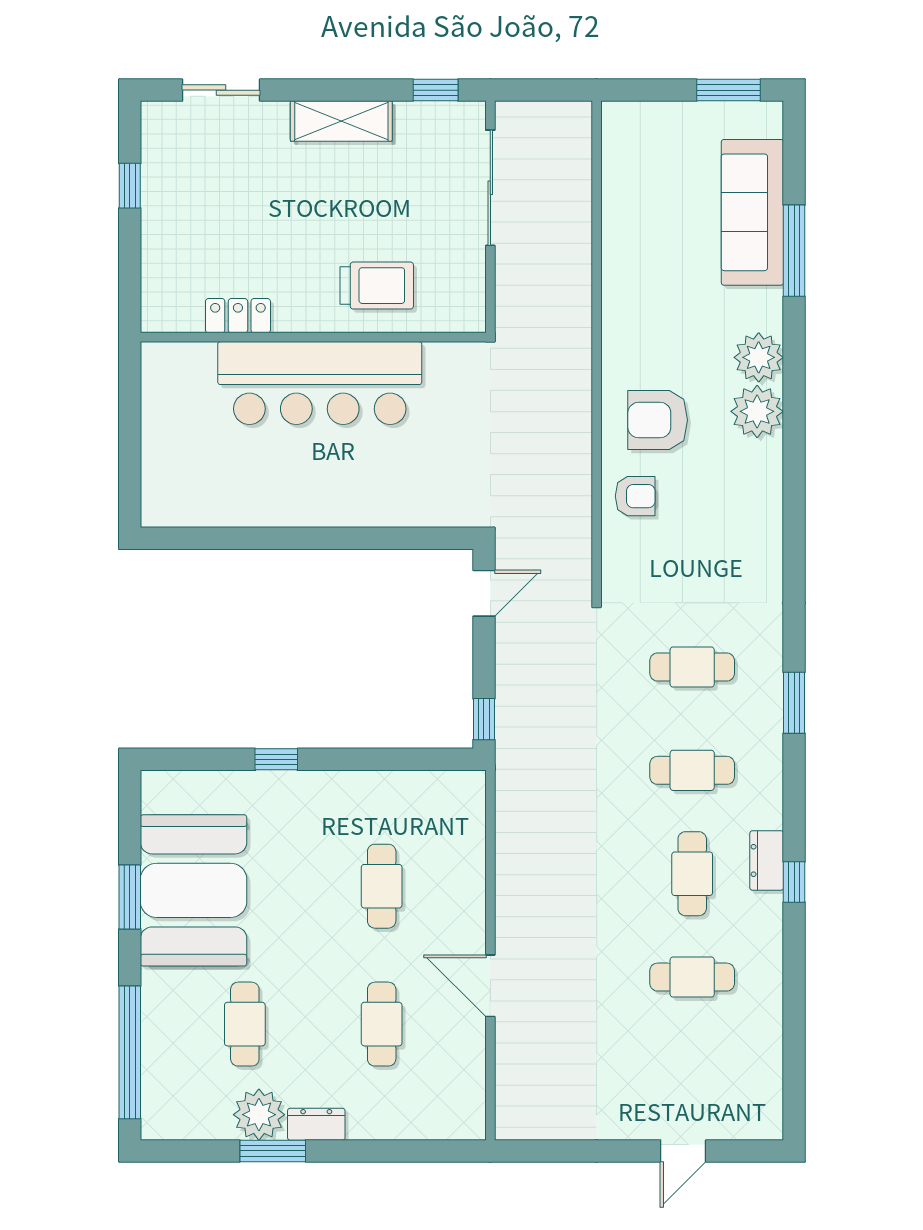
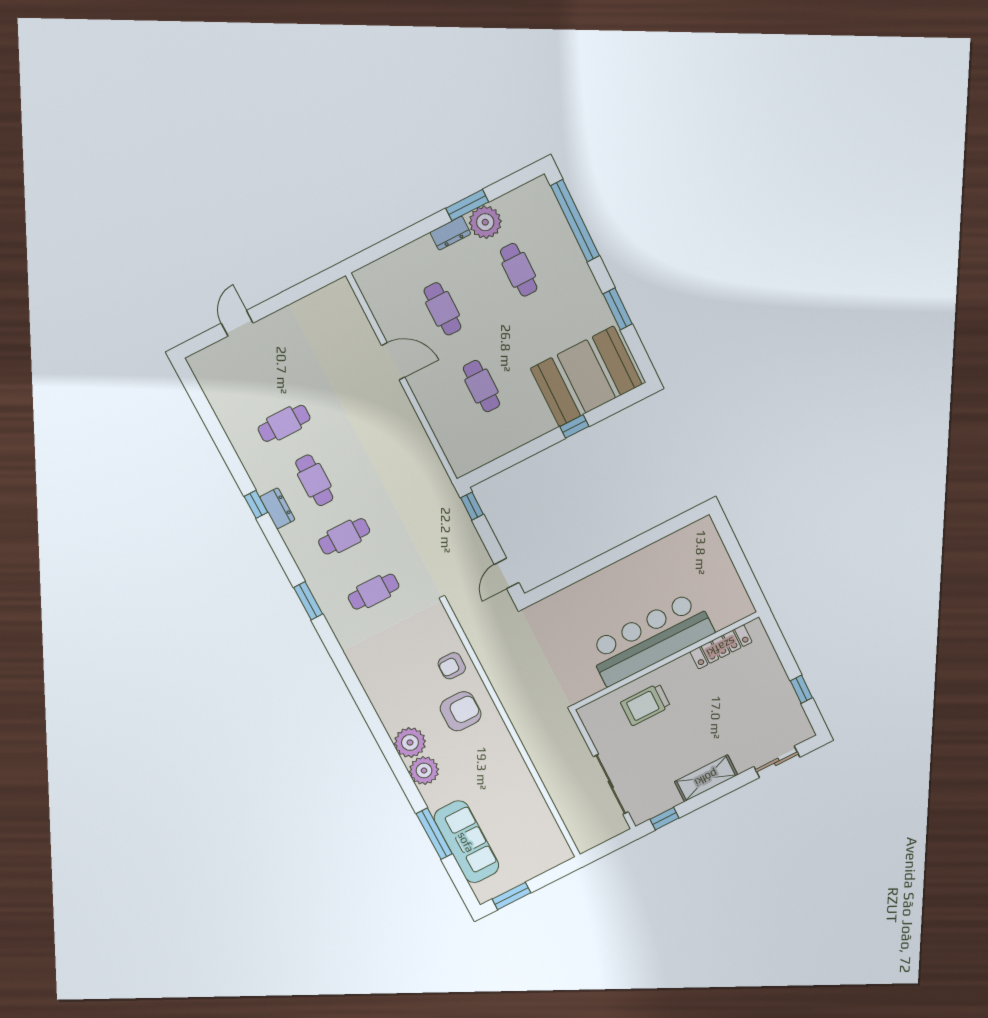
locker: (238, 316) -> (721, 647), width x1.53
booth: (194, 890) -> (586, 376), moved, turned 90

